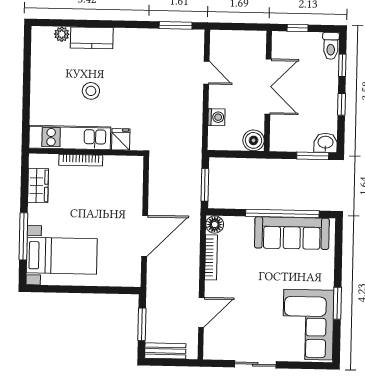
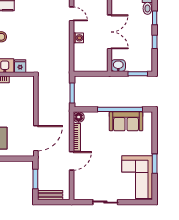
door: (206, 73) -> (72, 14), moved
washing machine: (216, 117) -> (78, 38), moved
boiler: (254, 140) -> (101, 65), removed
washbasin: (326, 143) -> (118, 66), moved
sofa: (292, 233) -> (126, 121), width x0.73
door: (145, 236) -> (36, 138), moved
door: (201, 312) -> (72, 161), moved

